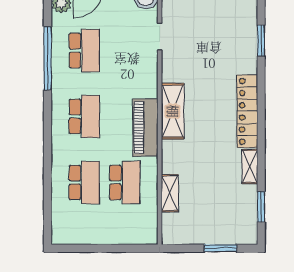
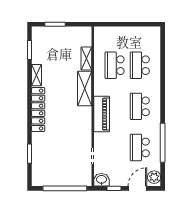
shelving: (173, 111) -> (85, 89), moved
piano: (145, 128) -> (102, 114), moved

